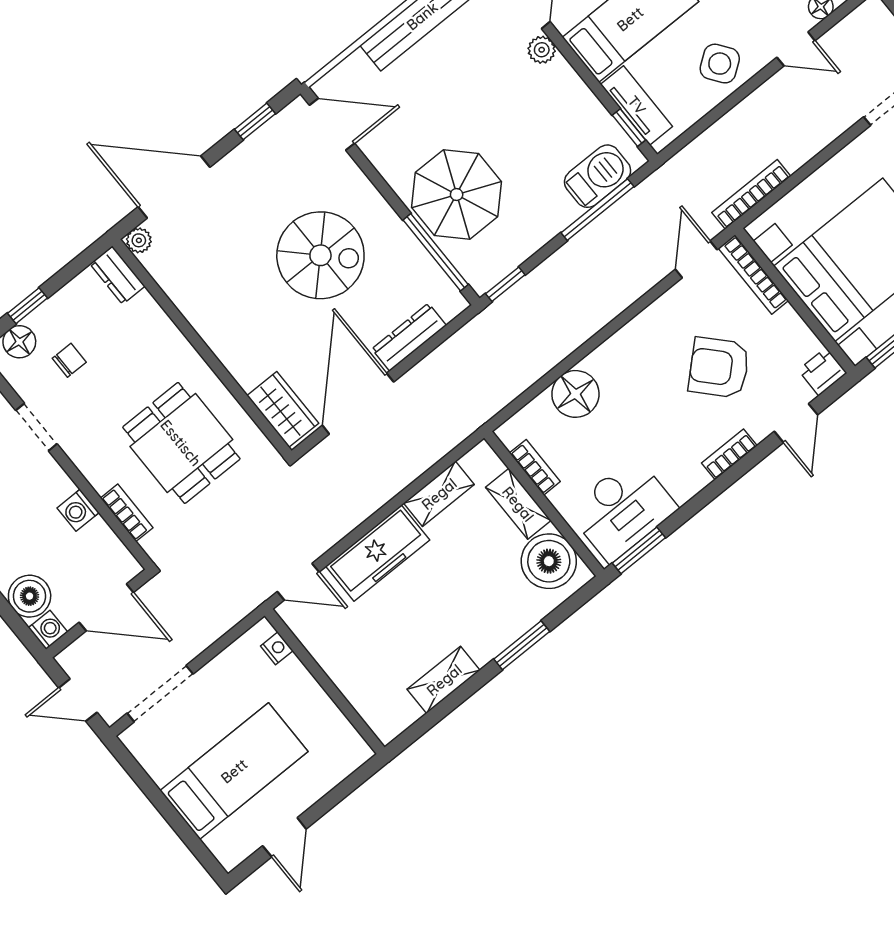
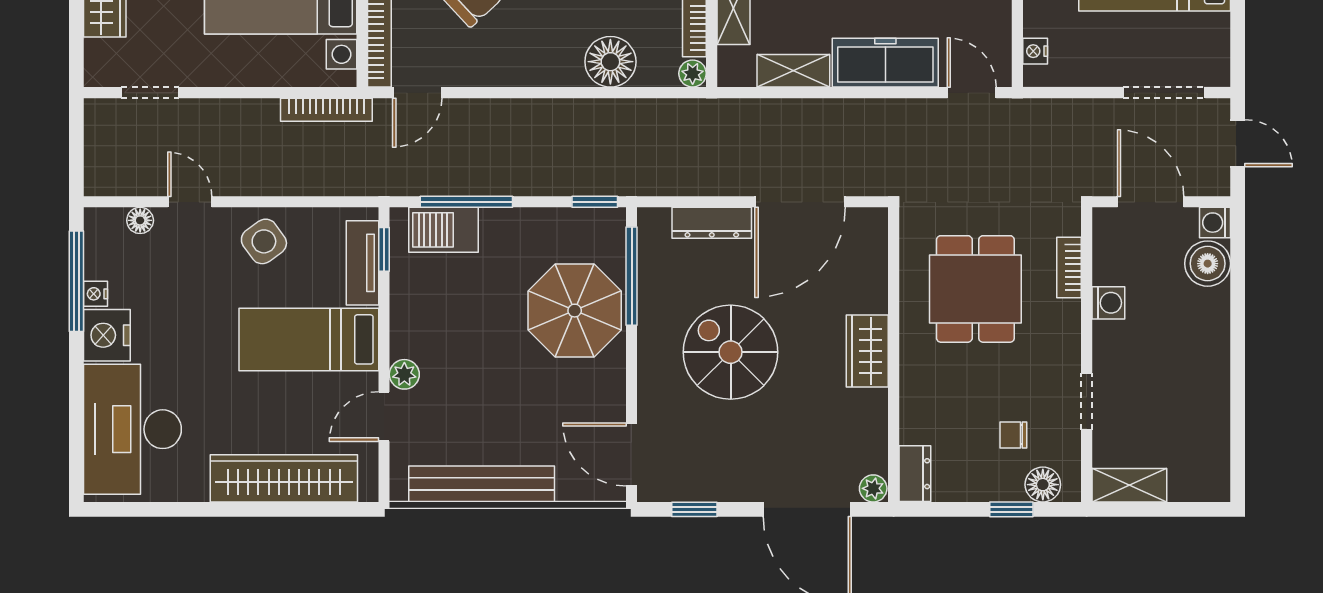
wardrobe: (283, 409) -> (867, 351), moved
plant: (510, 433) -> (693, 73), added

